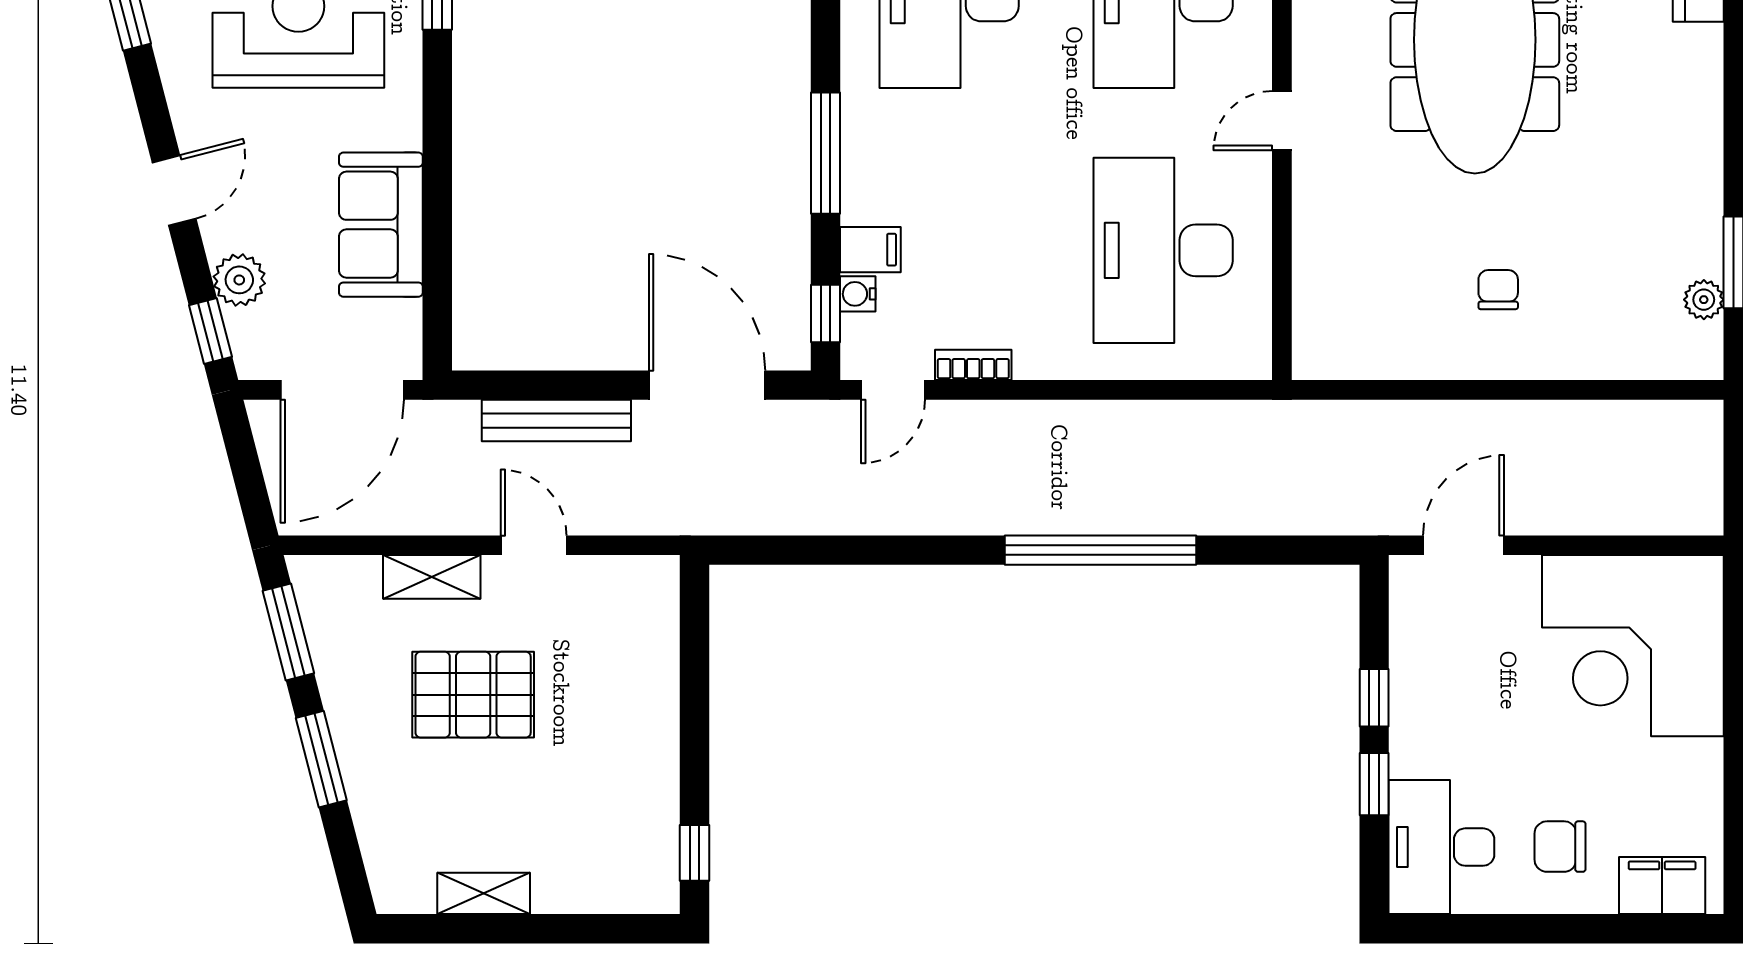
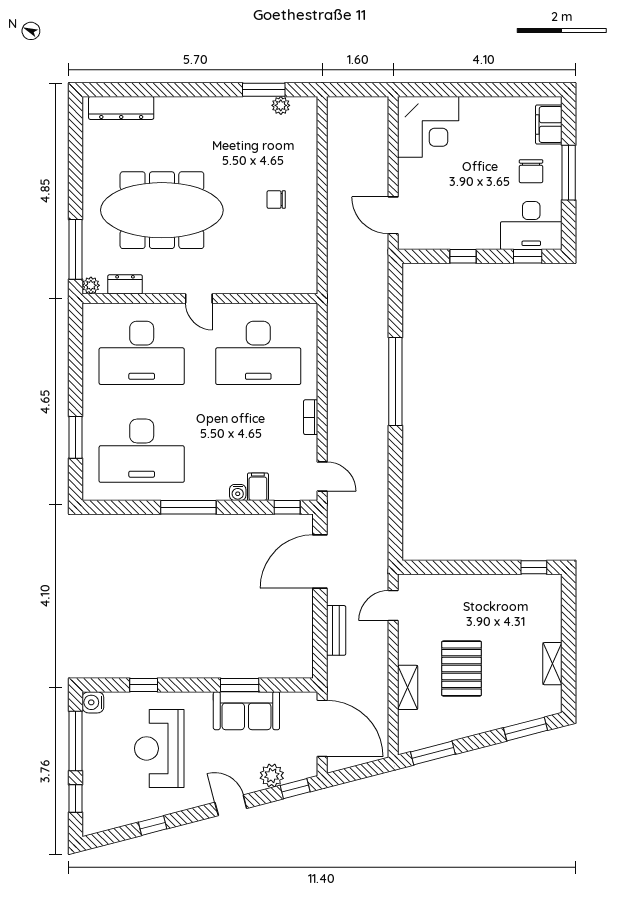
window: (826, 153) -> (188, 507), moved
window: (437, 210) -> (240, 685), added
water cooler: (858, 294) -> (238, 493), moved
bookcase: (973, 365) -> (311, 417), moved
bench: (556, 420) -> (336, 630), width x0.73
door: (534, 545) -> (393, 606), moved
corner desk: (1633, 646) -> (428, 127), width x0.74, depth x0.74
window: (321, 759) -> (526, 729), moved
window: (1374, 784) -> (528, 256), moved
window: (1557, 929) -> (569, 173), added

